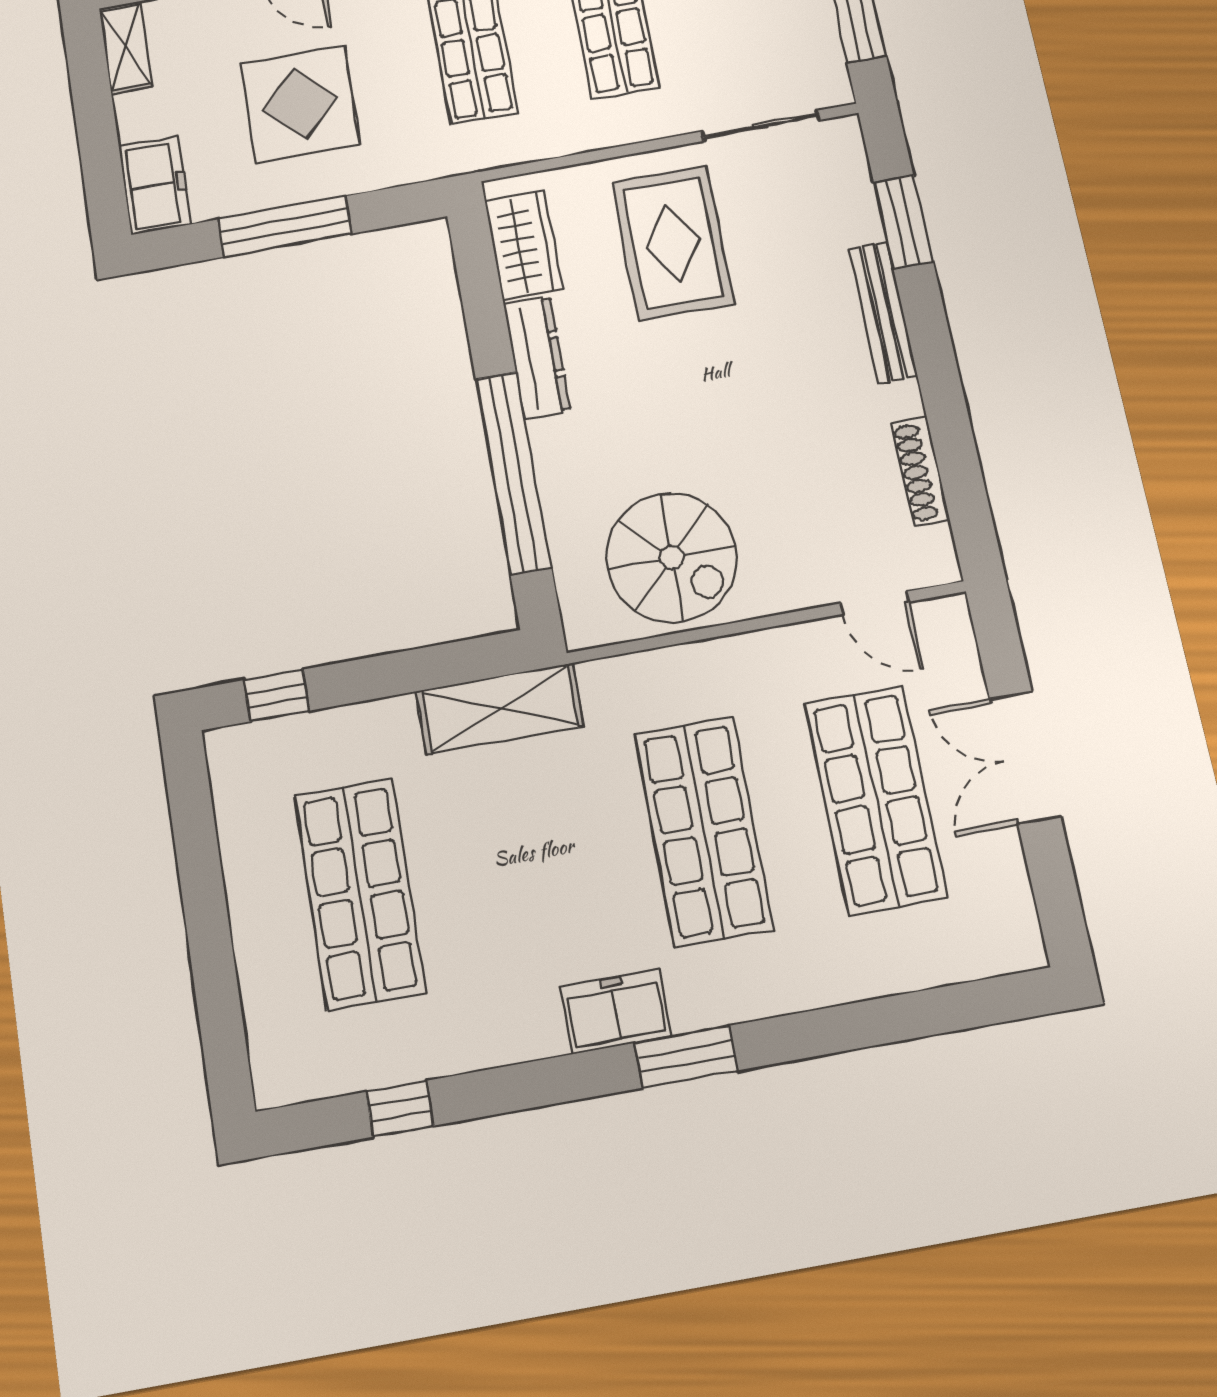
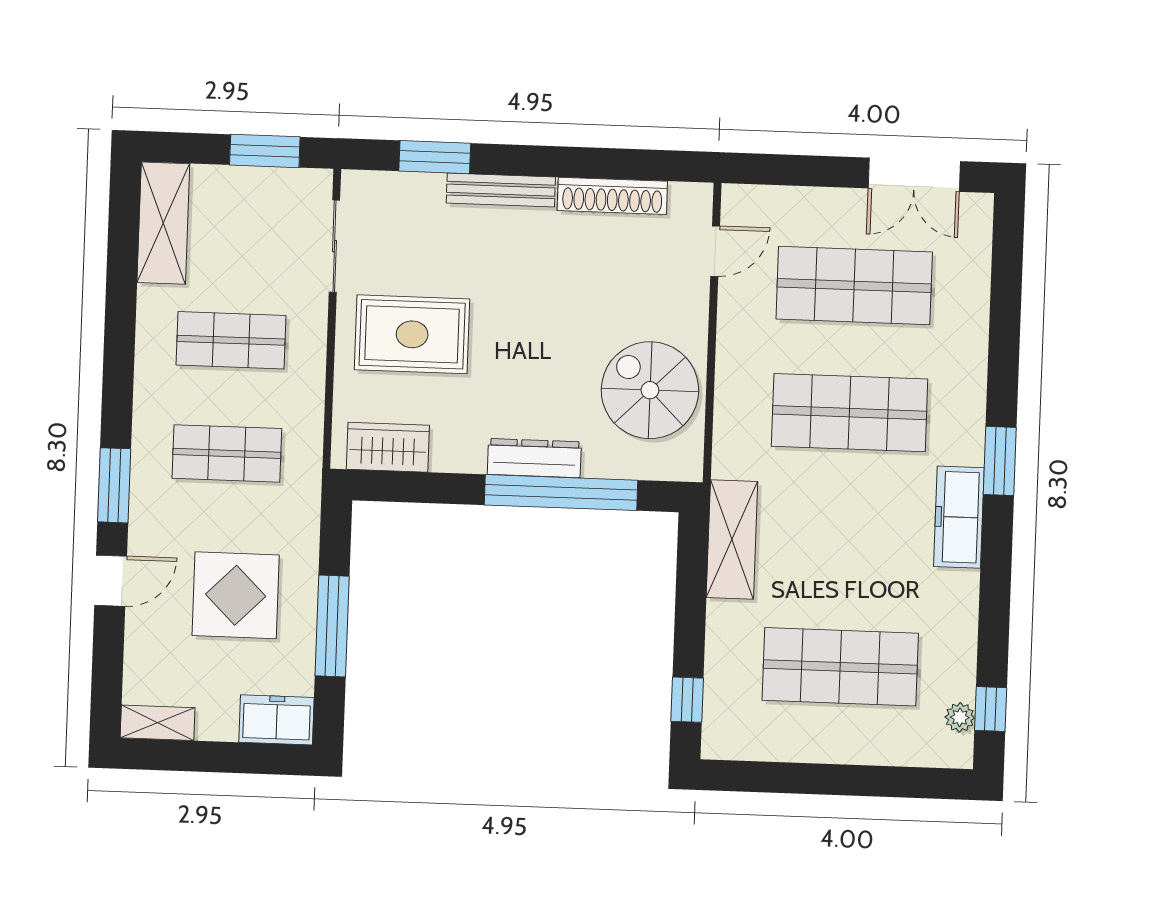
dresser: (537, 357) -> (534, 458), moved
shoe rack: (921, 472) -> (612, 196), width x1.36, depth x1.24
spiral stairs: (672, 558) -> (650, 390), turned -90
double door: (1025, 757) -> (914, 175), moved
freezer: (616, 1012) -> (959, 517), width x1.40
plant: (323, 1077) -> (960, 717), added
window: (400, 1109) -> (991, 709), moved

